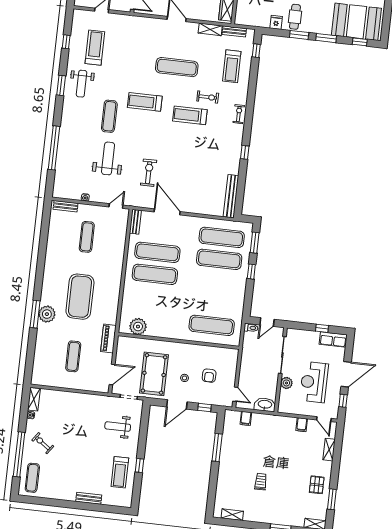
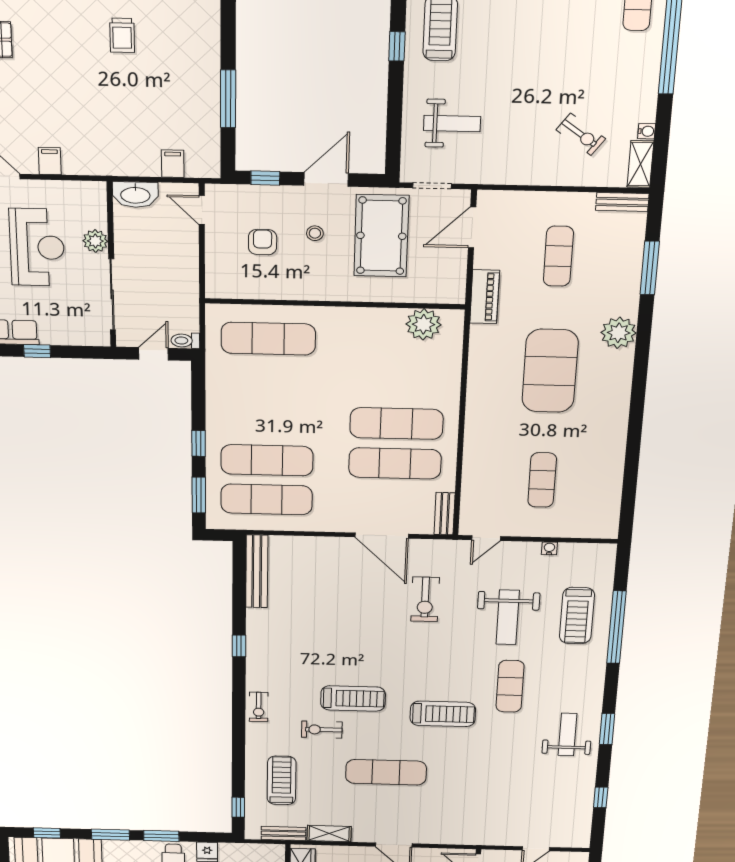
treadmill: (95, 48) -> (577, 616), moved
bench: (66, 206) -> (622, 202), moved
window: (35, 314) -> (650, 268), moved
exercise bike: (43, 443) -> (581, 134), moved

